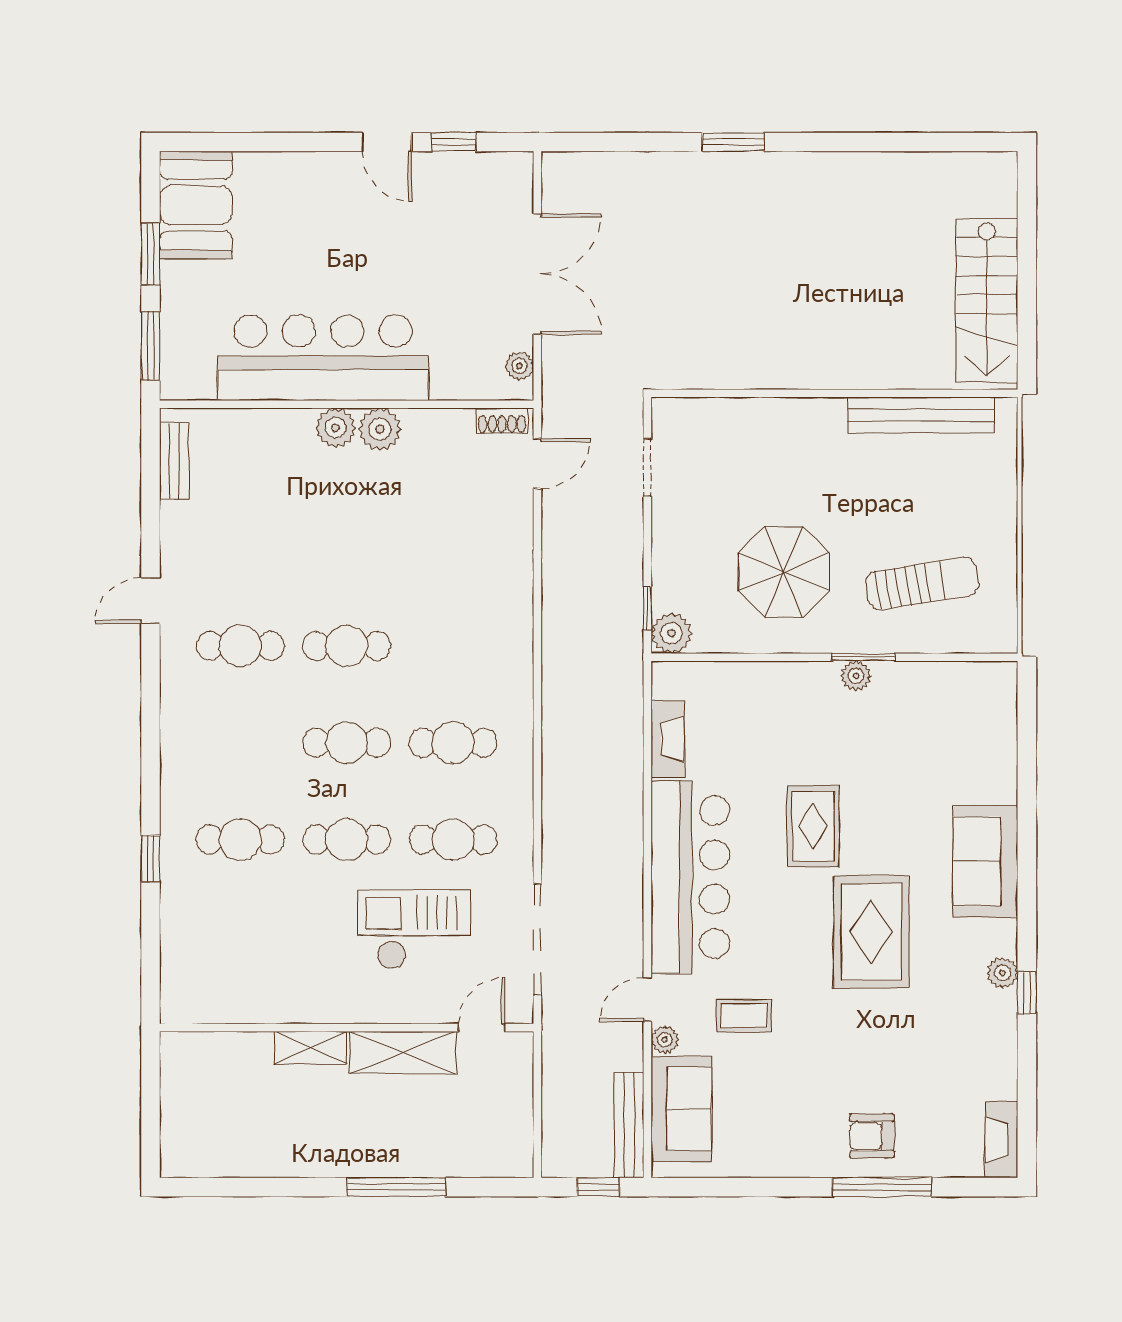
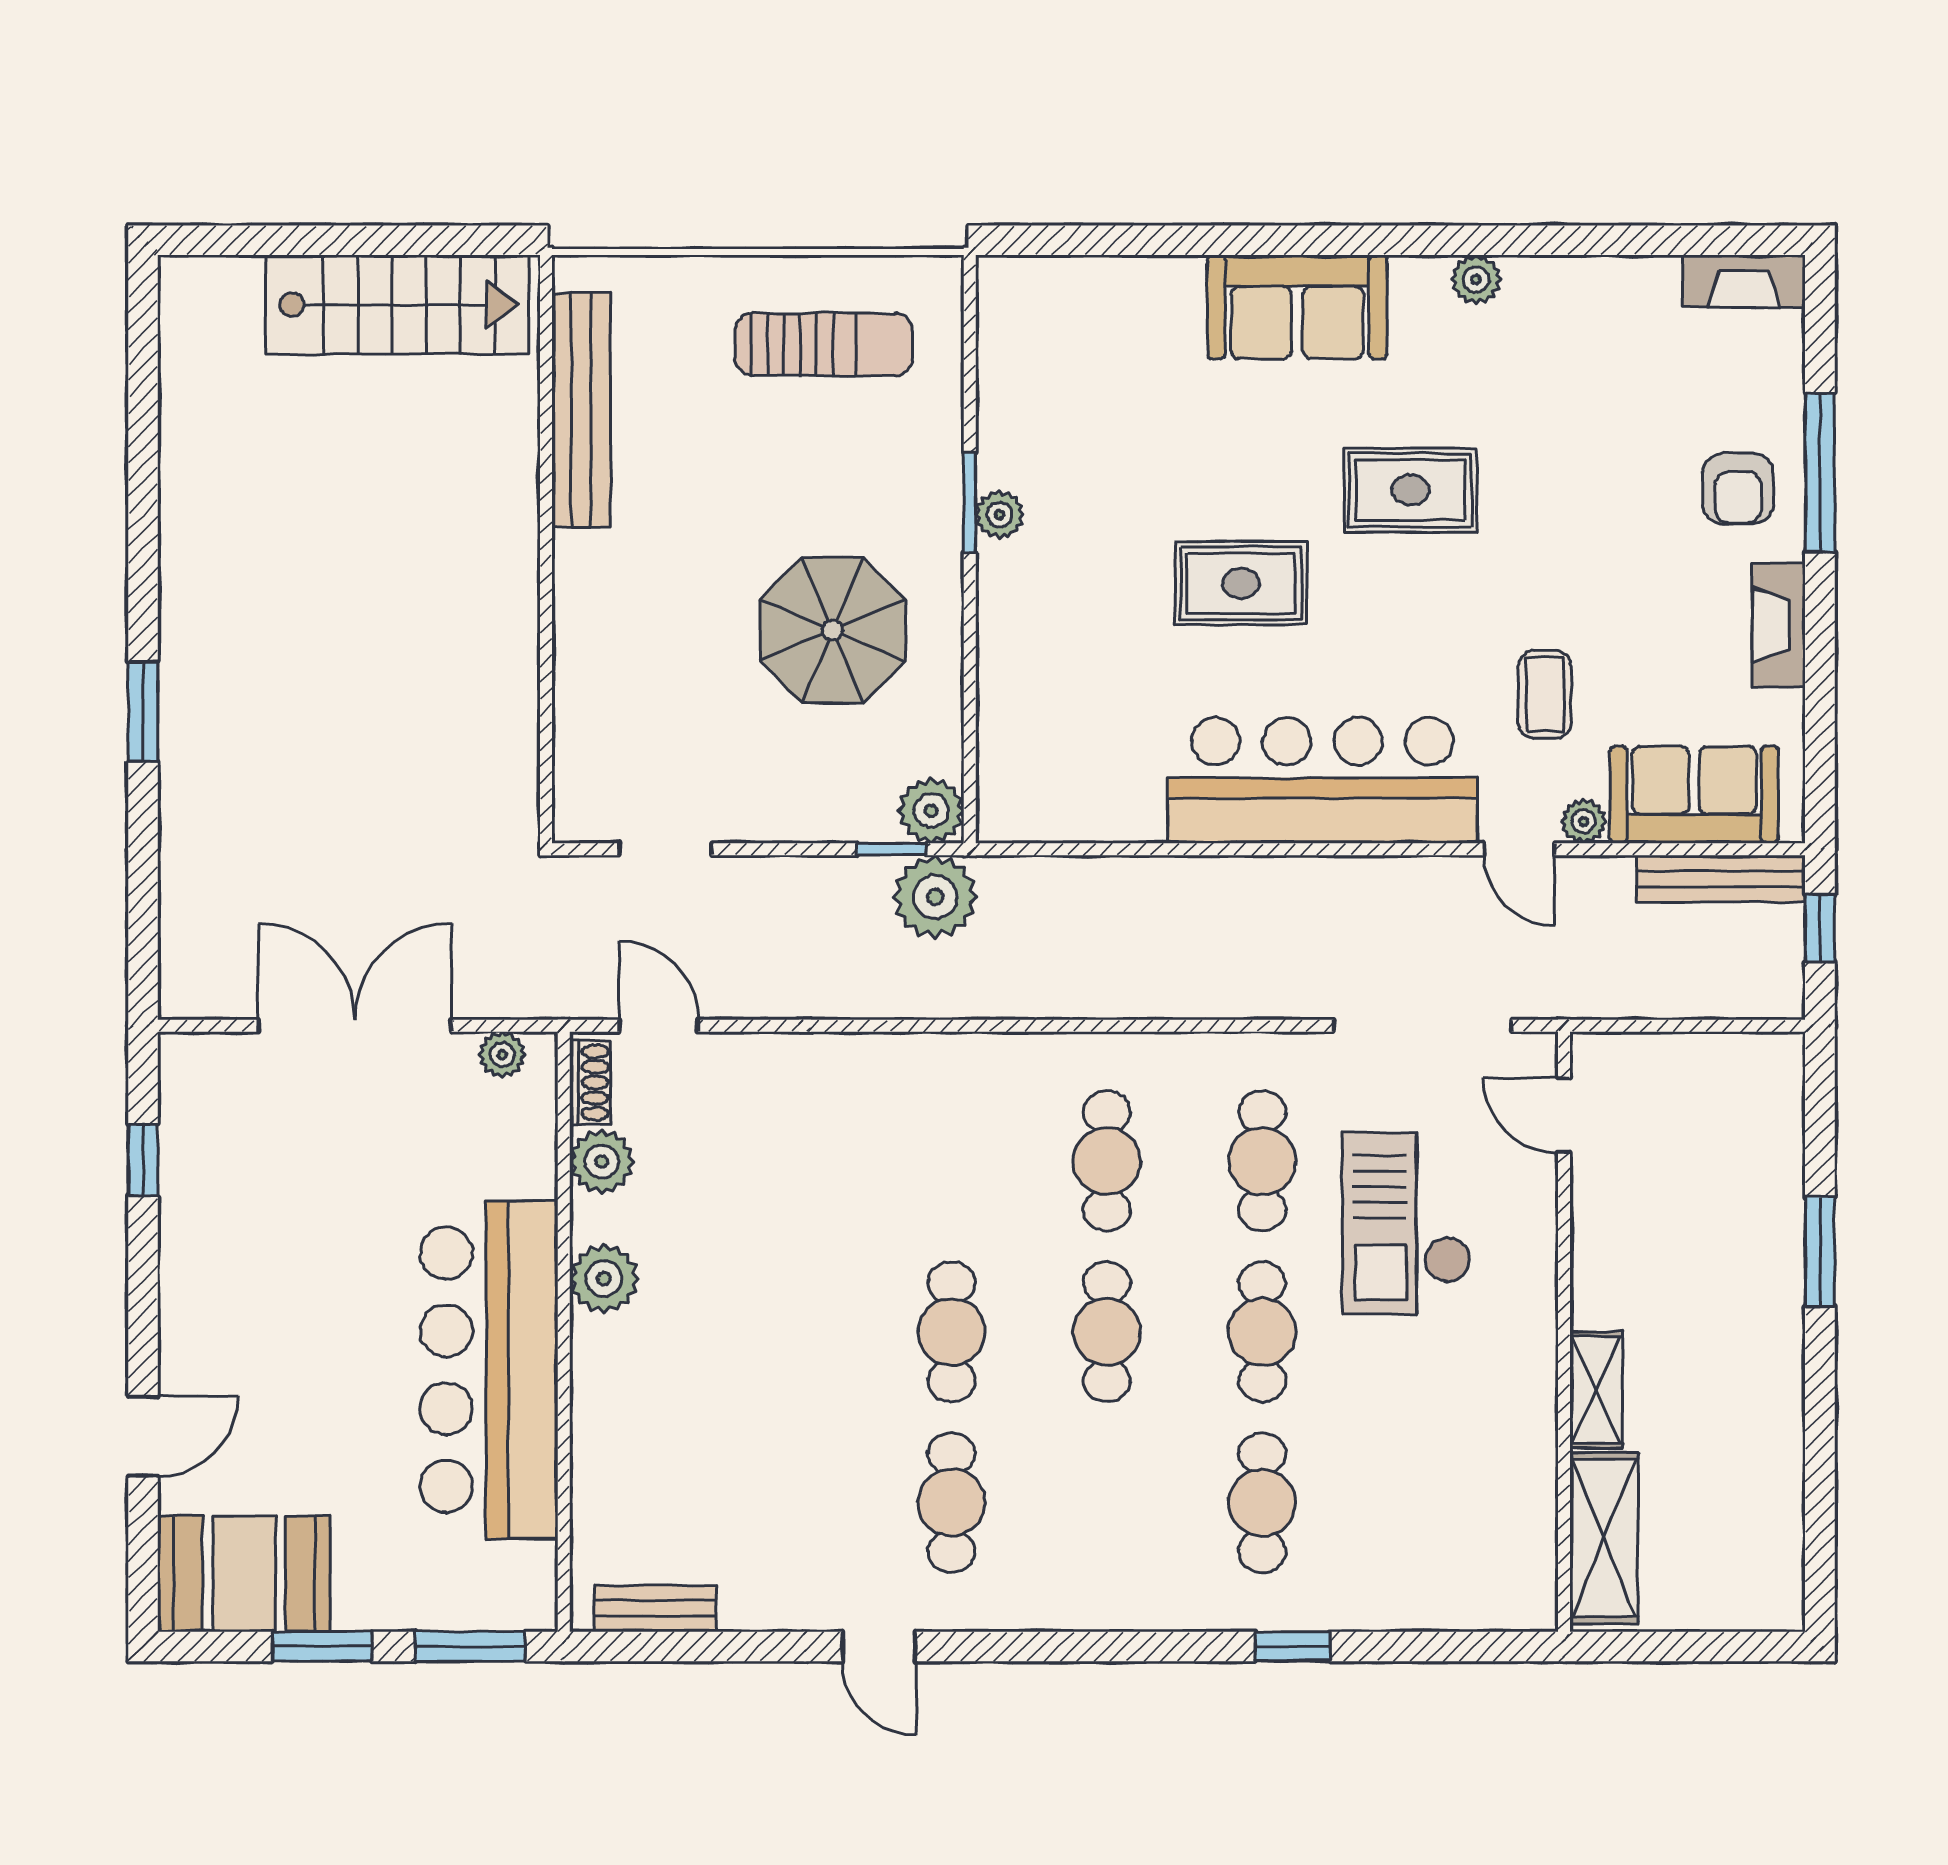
door: (387, 142) -> (143, 1436), moved
plant: (336, 428) -> (602, 1162), moved
sun lounger: (922, 584) -> (824, 345), moved, turned 99
plant: (618, 636) -> (935, 897), added
fireplace: (668, 739) -> (1779, 625), moved, turned -90
rug: (871, 932) -> (1410, 490), width x0.73, depth x0.70
window: (1027, 993) -> (1508, 240), removed
shelving: (403, 1053) -> (1604, 1538), moved
window: (397, 1187) -> (1820, 1252), width x0.69

